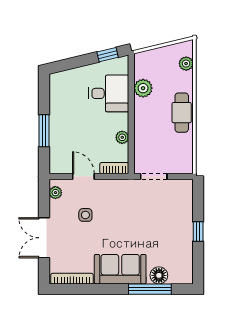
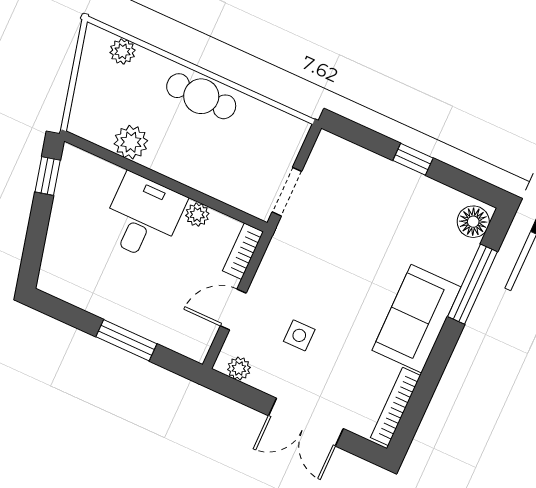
desk: (109, 93) -> (143, 217), moved
floor lamp: (159, 275) -> (473, 222), moved

